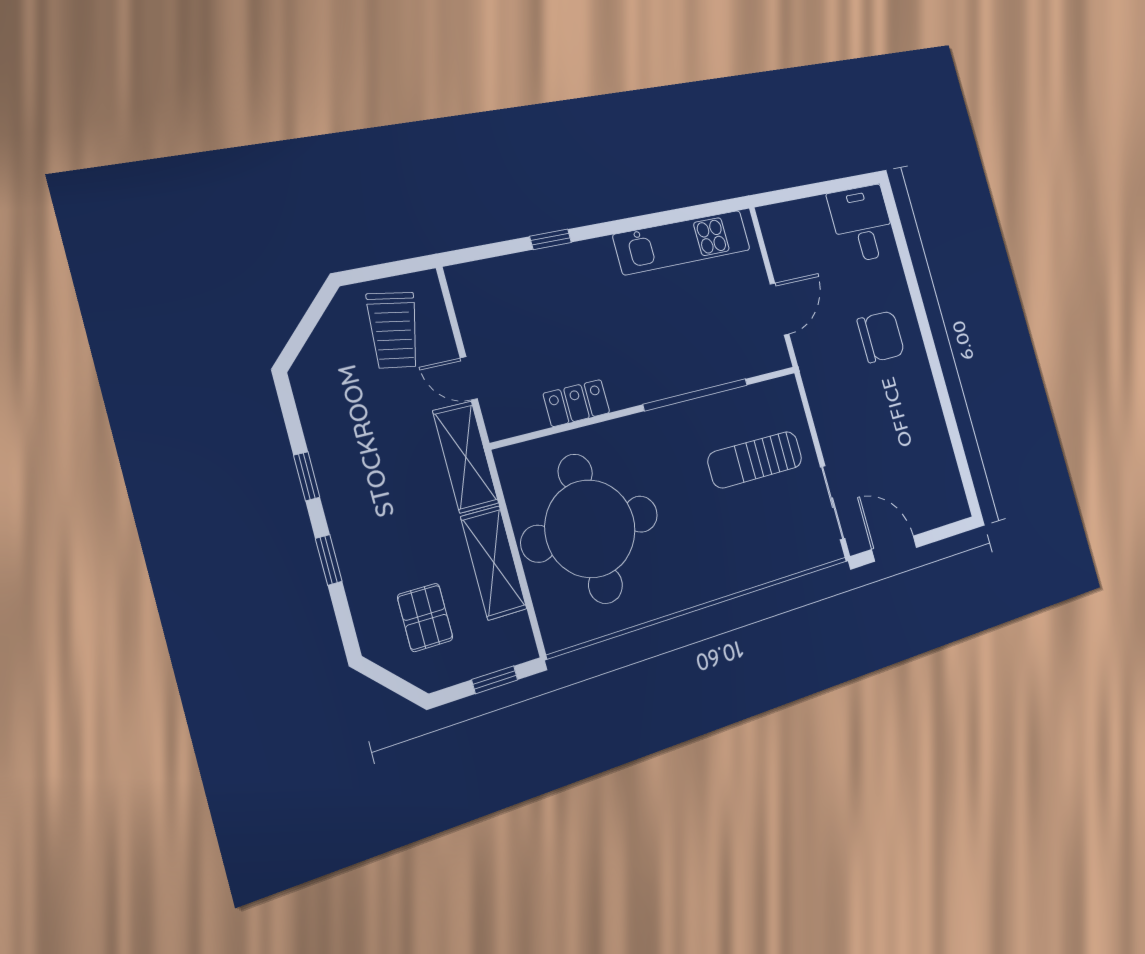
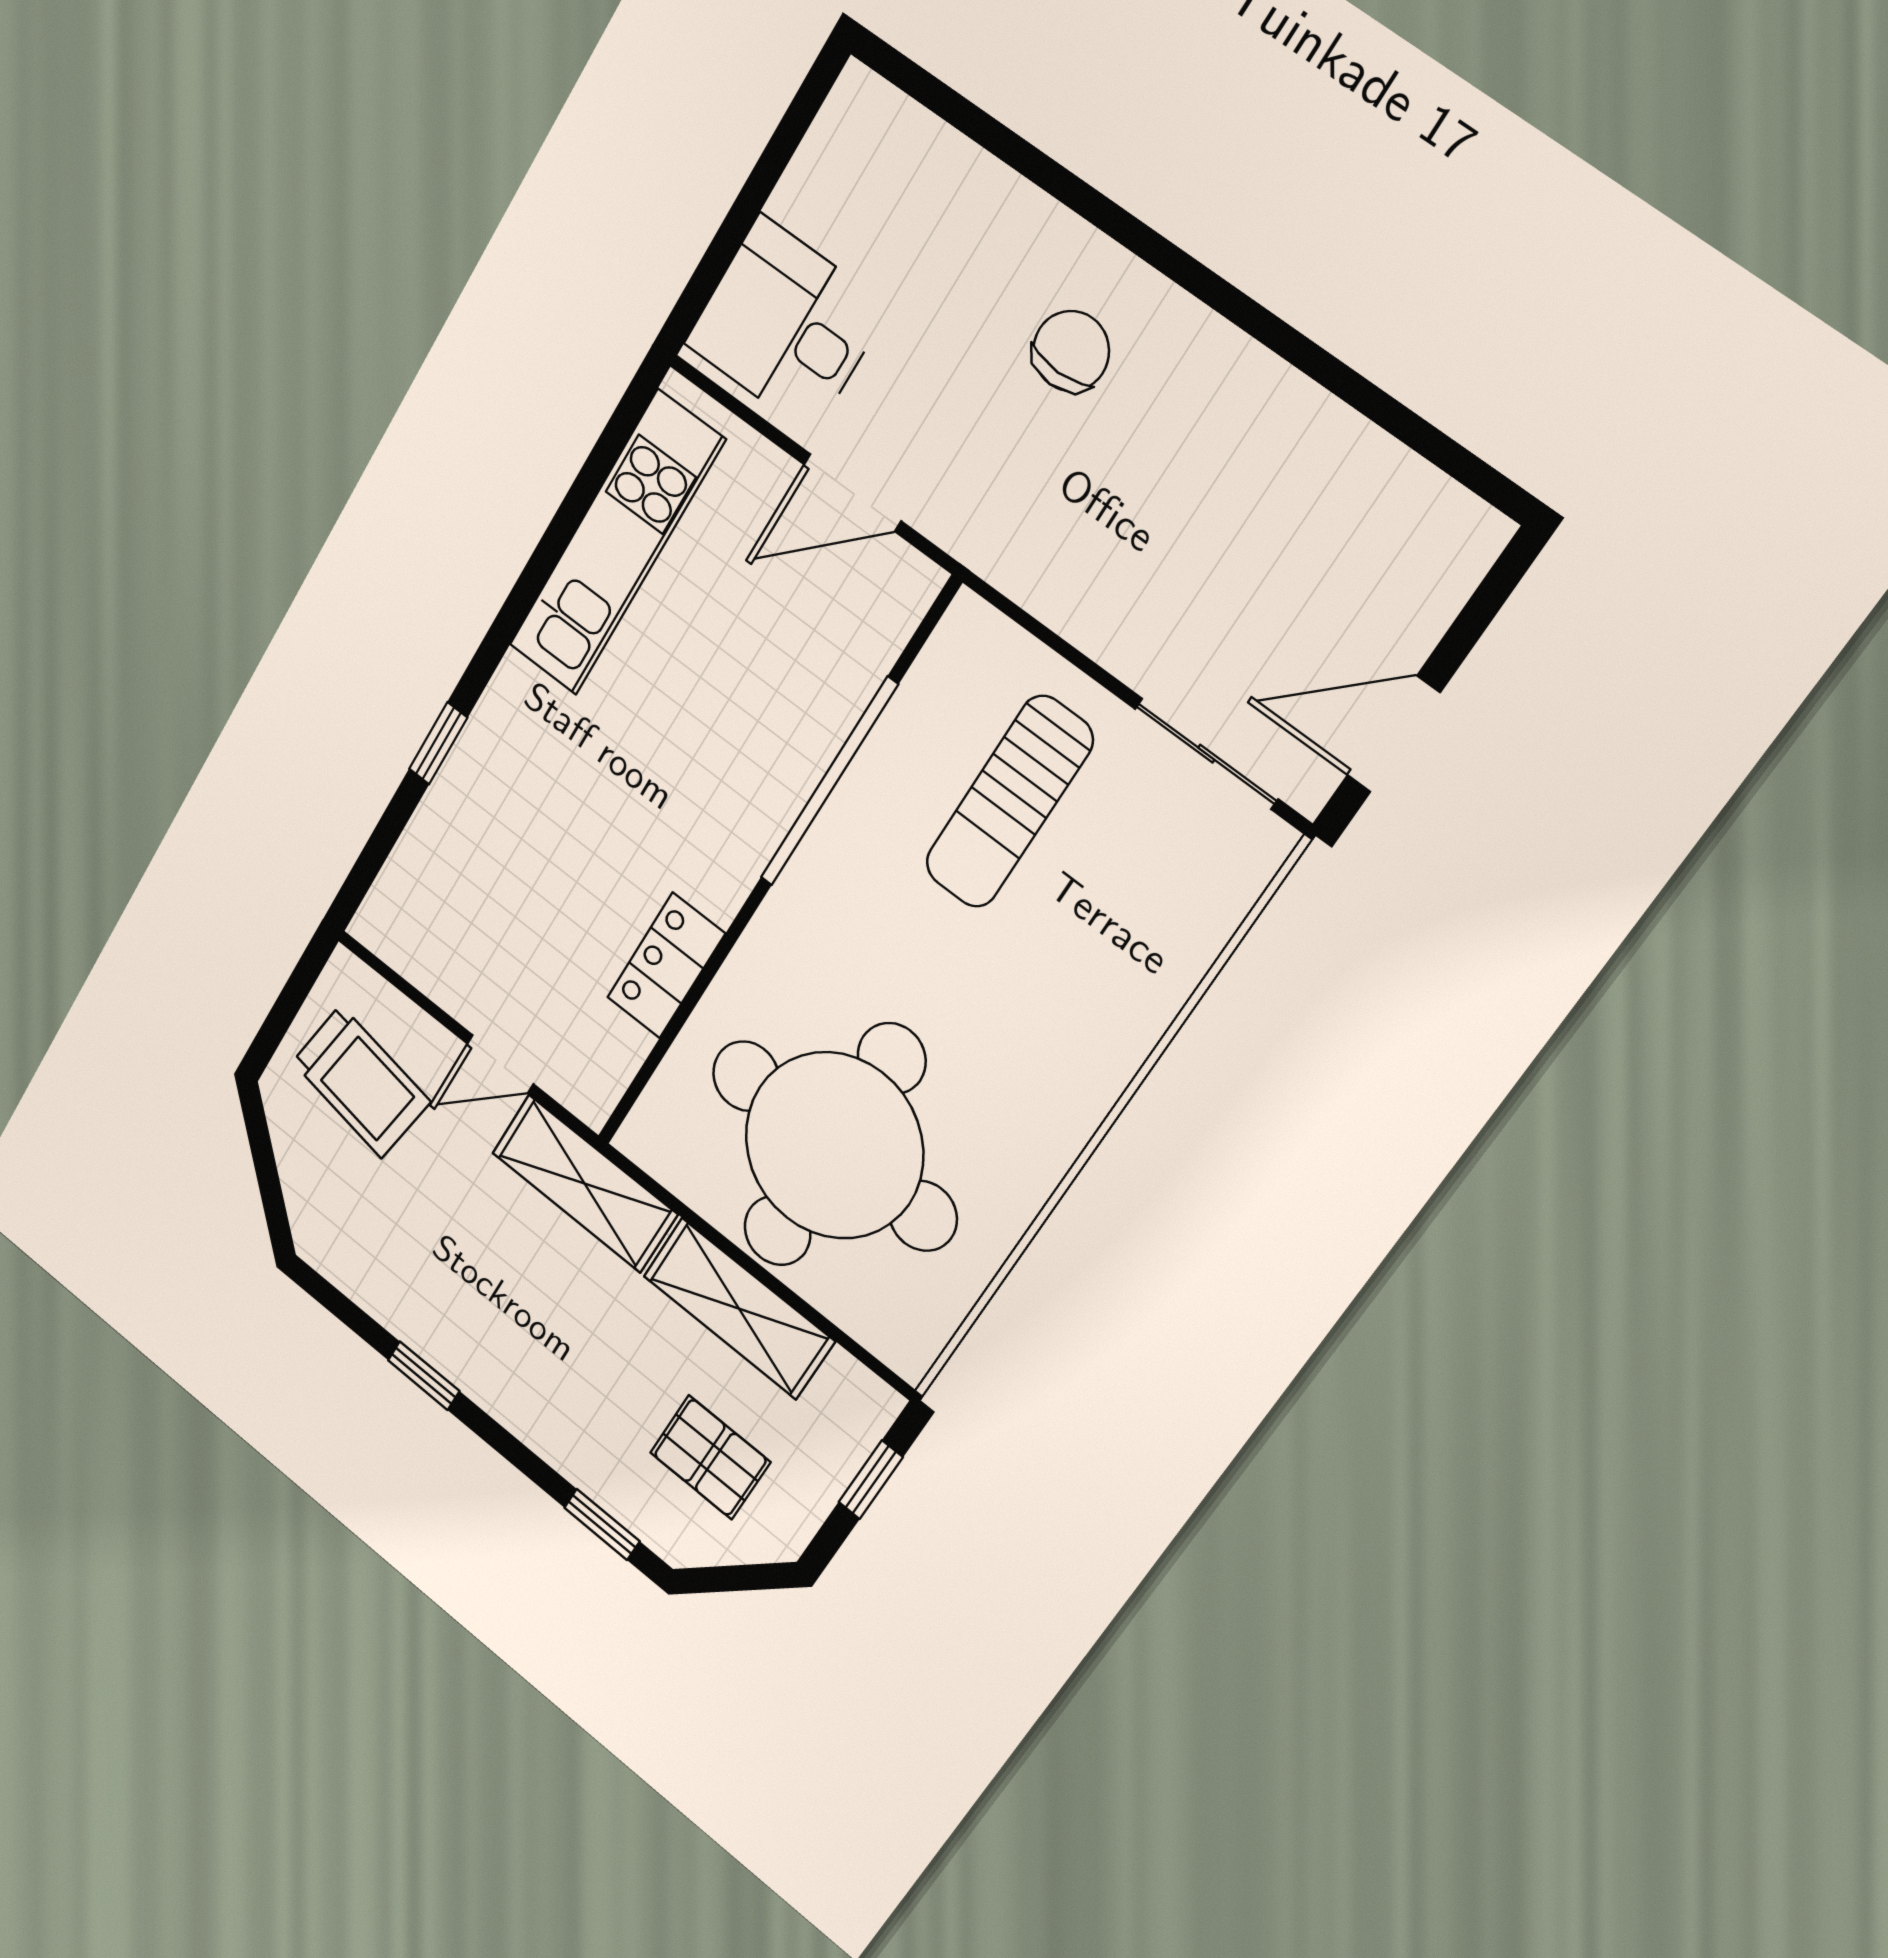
desk: (862, 224) -> (786, 325), moved
door: (780, 309) -> (852, 493), swing flipped
chair: (881, 337) -> (1071, 351), width x0.73, depth x0.73
window: (329, 560) -> (602, 1524), moved

